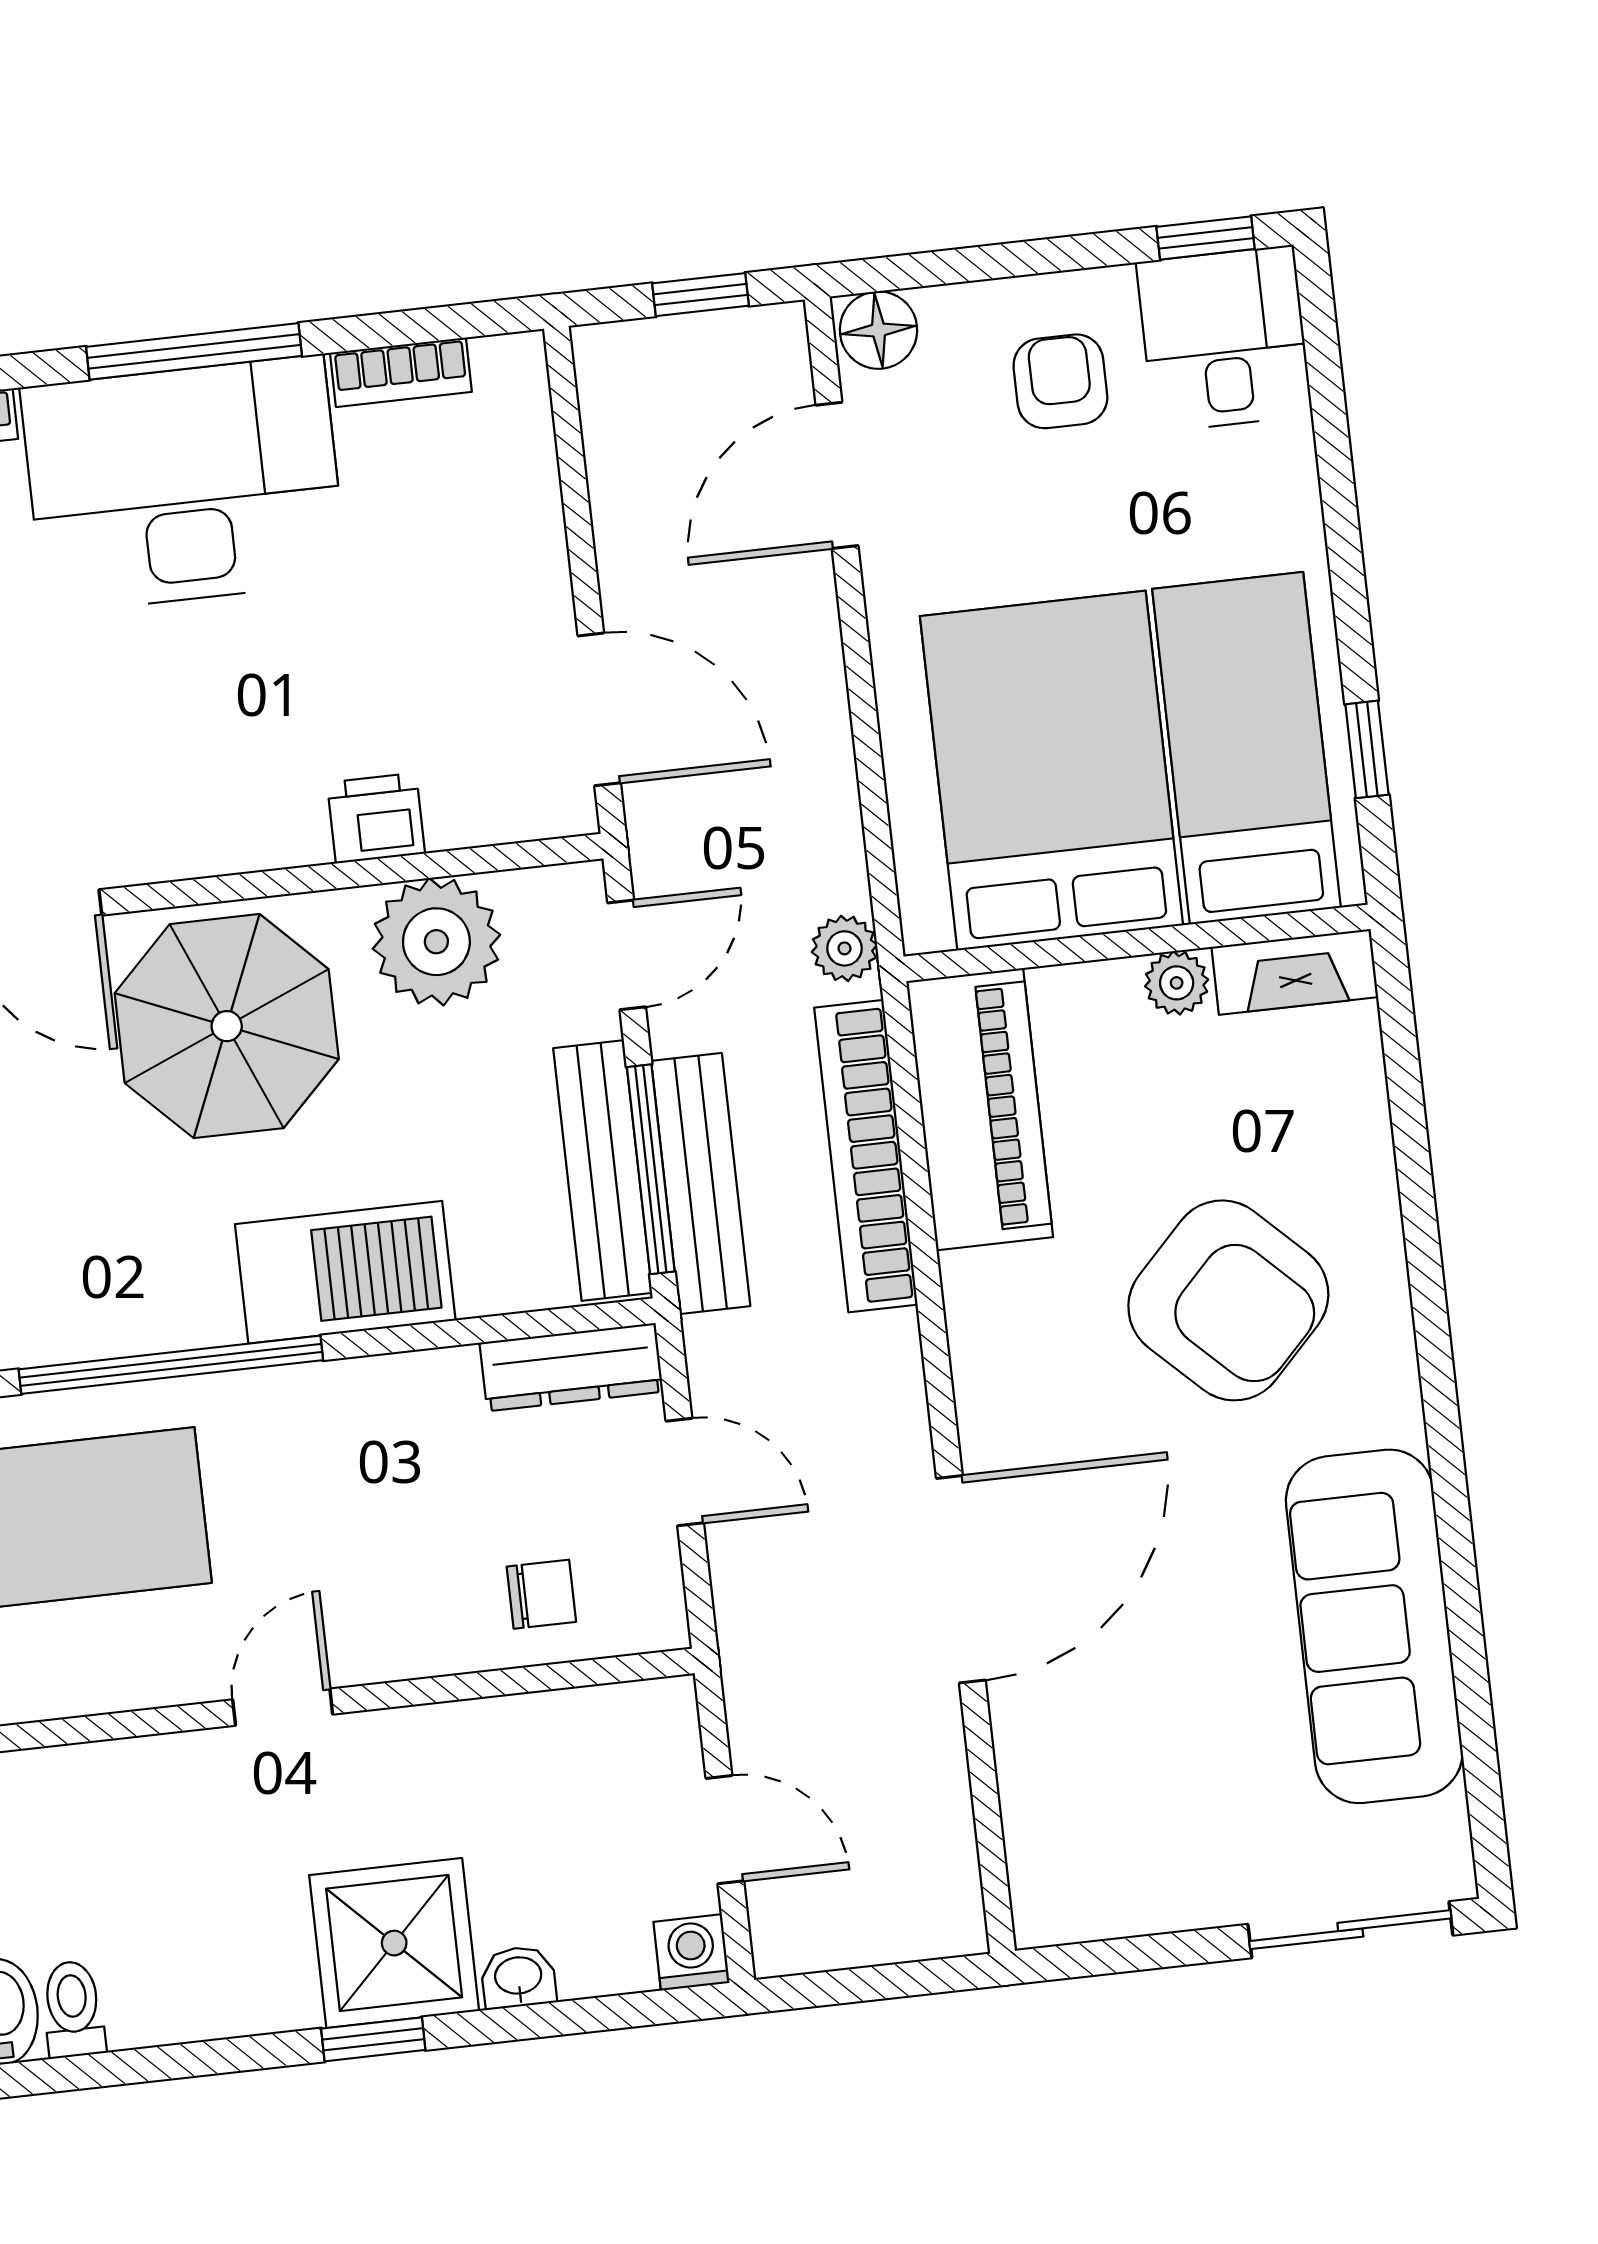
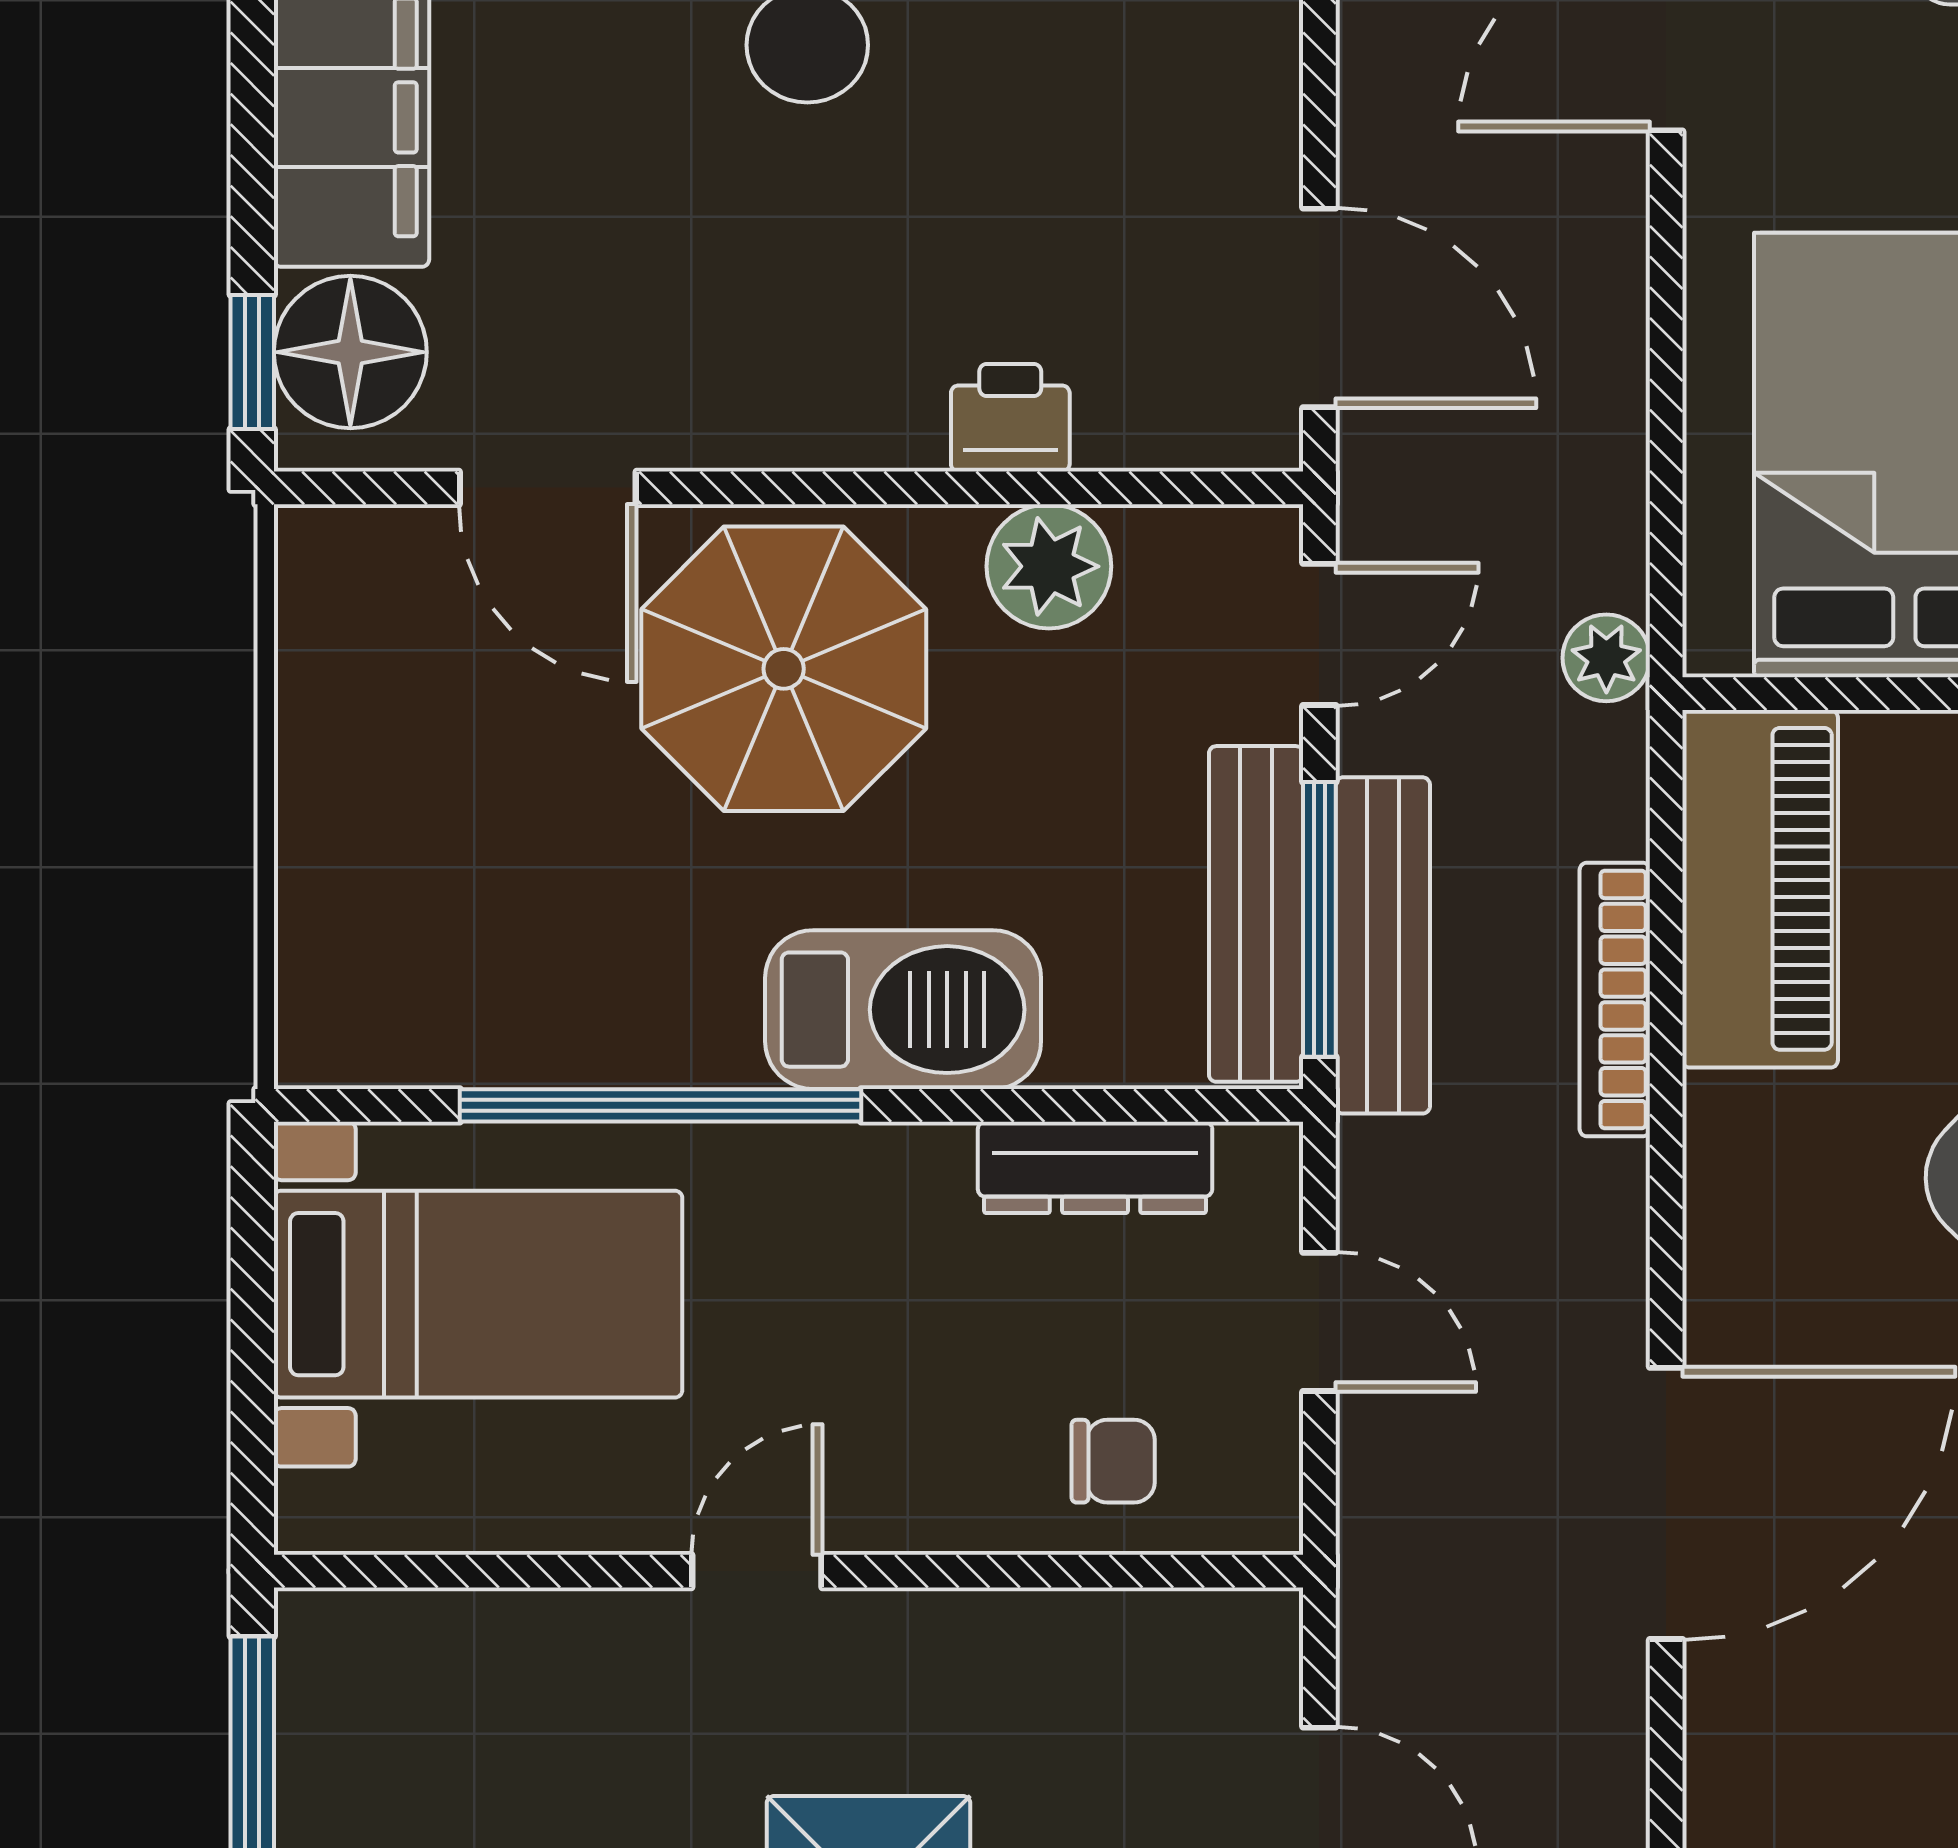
plant: (436, 942) -> (1049, 566), width x0.73, depth x0.73
bookcase: (866, 1156) -> (1615, 1000), width x0.68, depth x0.76
dresser: (571, 1367) -> (1095, 1167), moved

